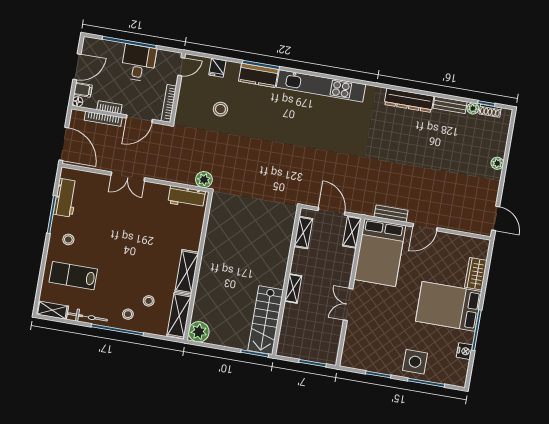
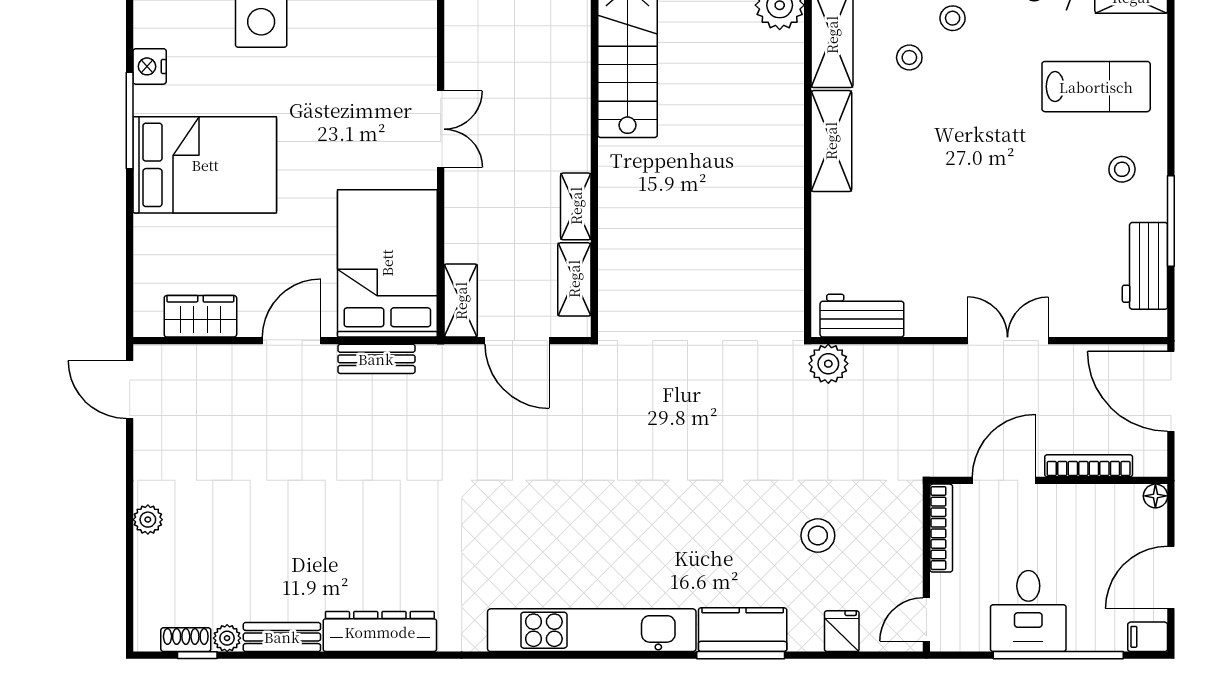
filing cabinet: (83, 90) -> (1148, 637), moved
bookcase: (109, 107) -> (1079, 495), removed
wardrobe: (476, 274) -> (200, 316), moved, turned -90
shelving: (293, 289) -> (576, 206), moved

